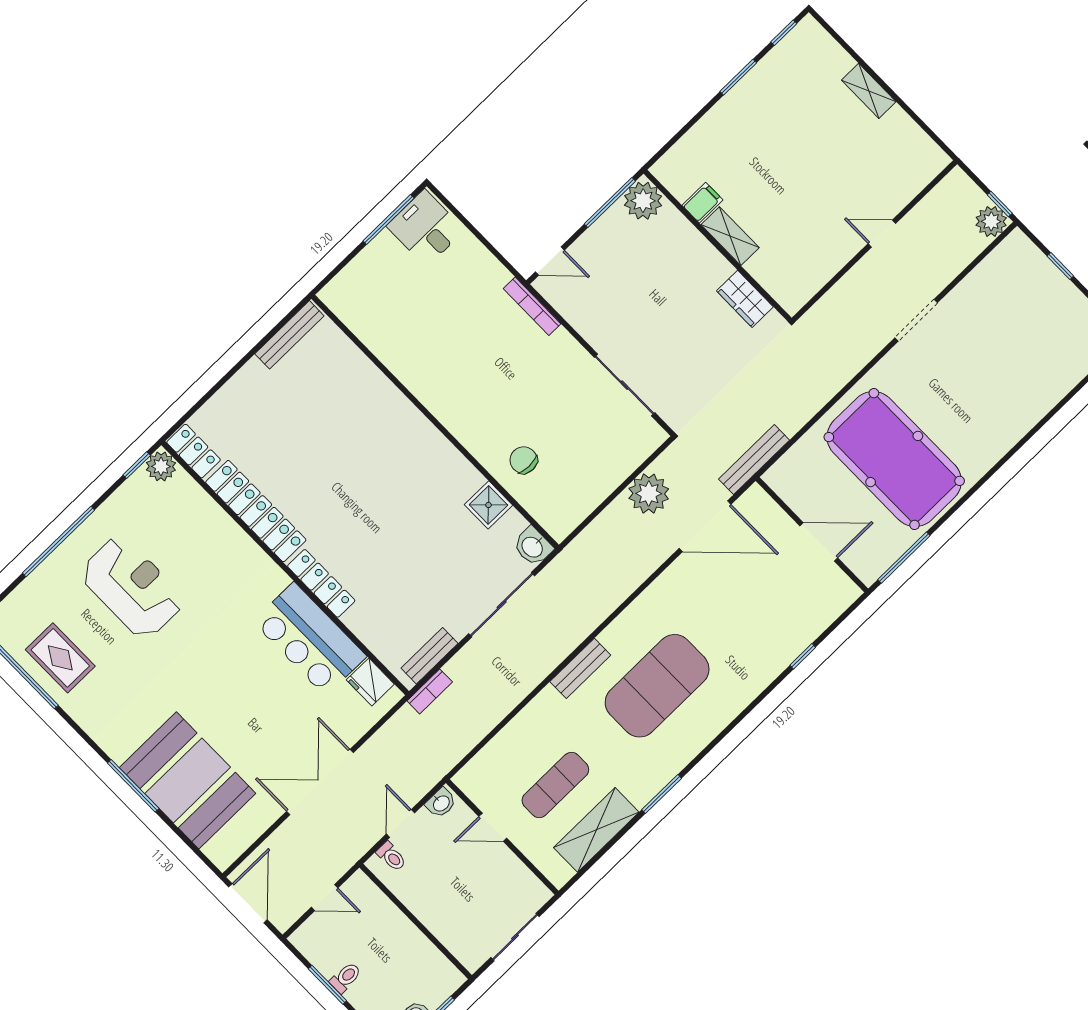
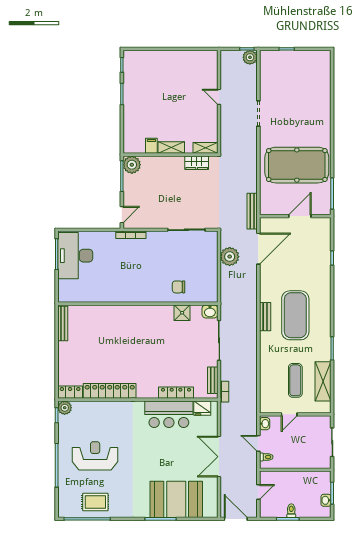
shelving: (869, 91) -> (205, 148), moved
desk: (426, 228) -> (75, 256), width x1.87, depth x1.30
door: (882, 234) -> (219, 97), hinge flipped
locker: (321, 583) -> (176, 393), moved
bench: (580, 668) -> (265, 317), moved

